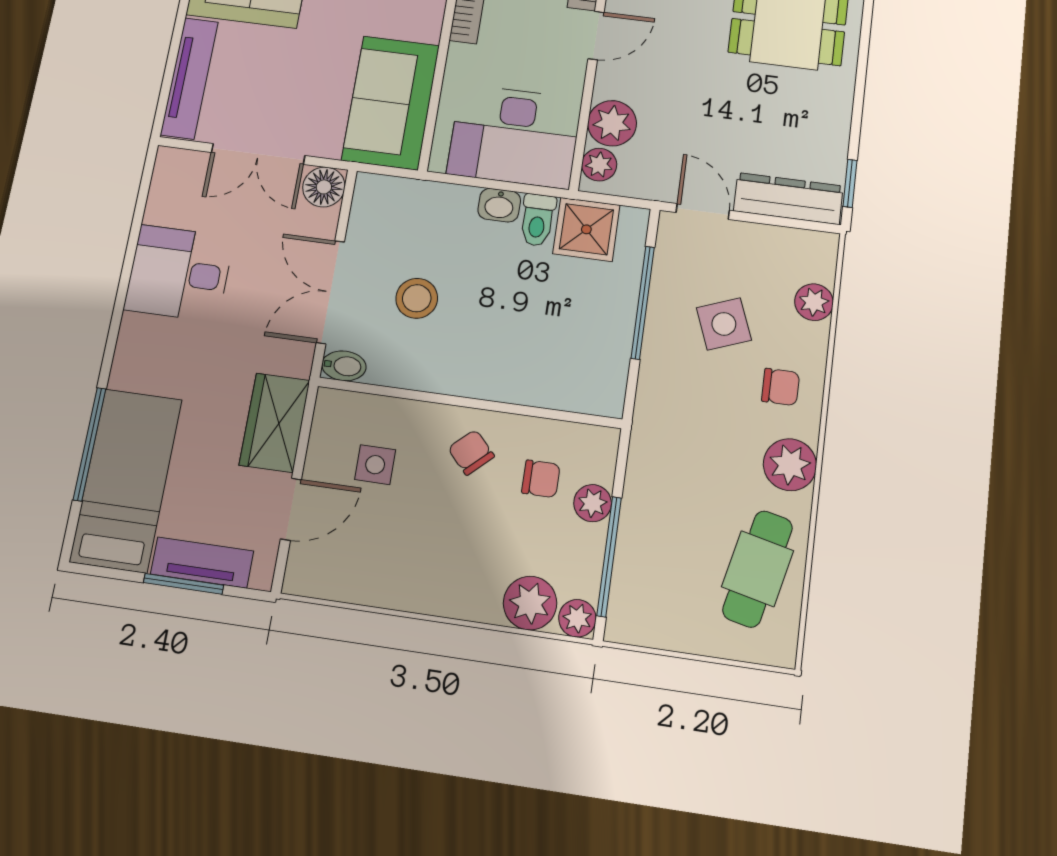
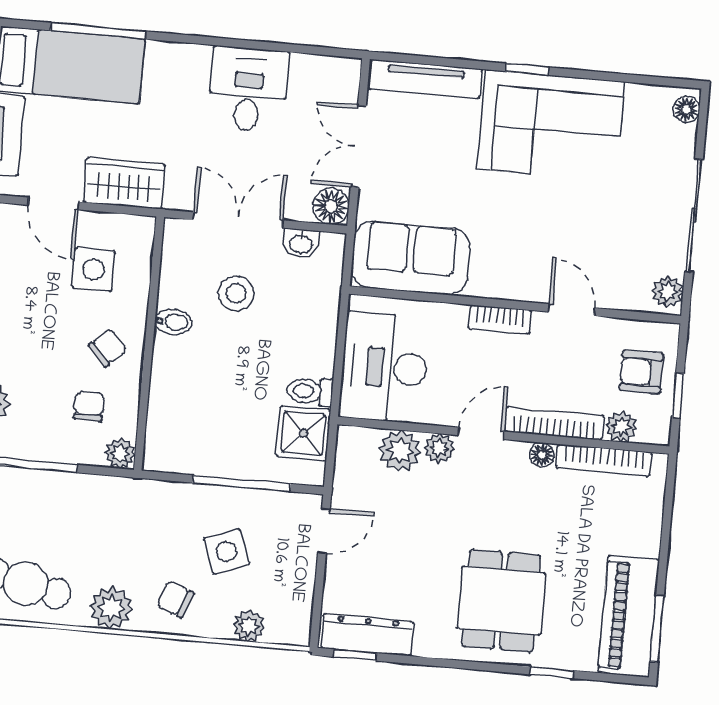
door: (596, 35) -> (481, 433), swing flipped
plant: (599, 165) -> (439, 448), moved
dresser: (788, 198) -> (367, 635), moved, turned -90
washbasin: (499, 205) -> (301, 243), moved, turned -90
bidet: (344, 366) -> (173, 322), moved, turned -90
chair: (781, 387) -> (175, 599), turned 111
side table: (375, 465) -> (93, 269), width x1.37, depth x1.37
chair: (541, 479) -> (89, 406), turned 180
plant: (593, 503) -> (120, 453), moved

